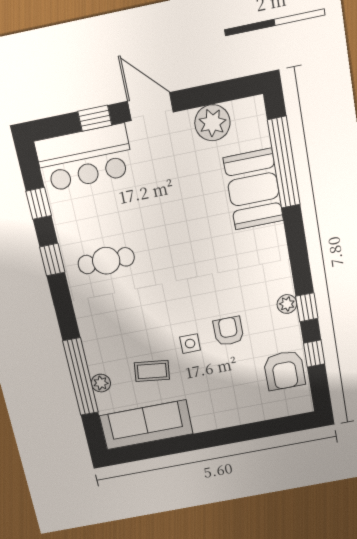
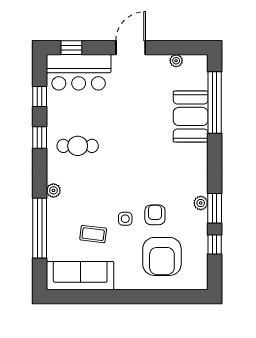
door: (150, 107) -> (131, 48), hinge flipped
window: (95, 118) -> (71, 48), moved
plant: (212, 123) -> (176, 61), width x0.53, depth x0.53
window: (307, 307) -> (215, 208), width x1.50
armchair: (284, 370) -> (162, 256), moved, width x1.36, depth x1.36
plant: (101, 383) -> (53, 190), moved

